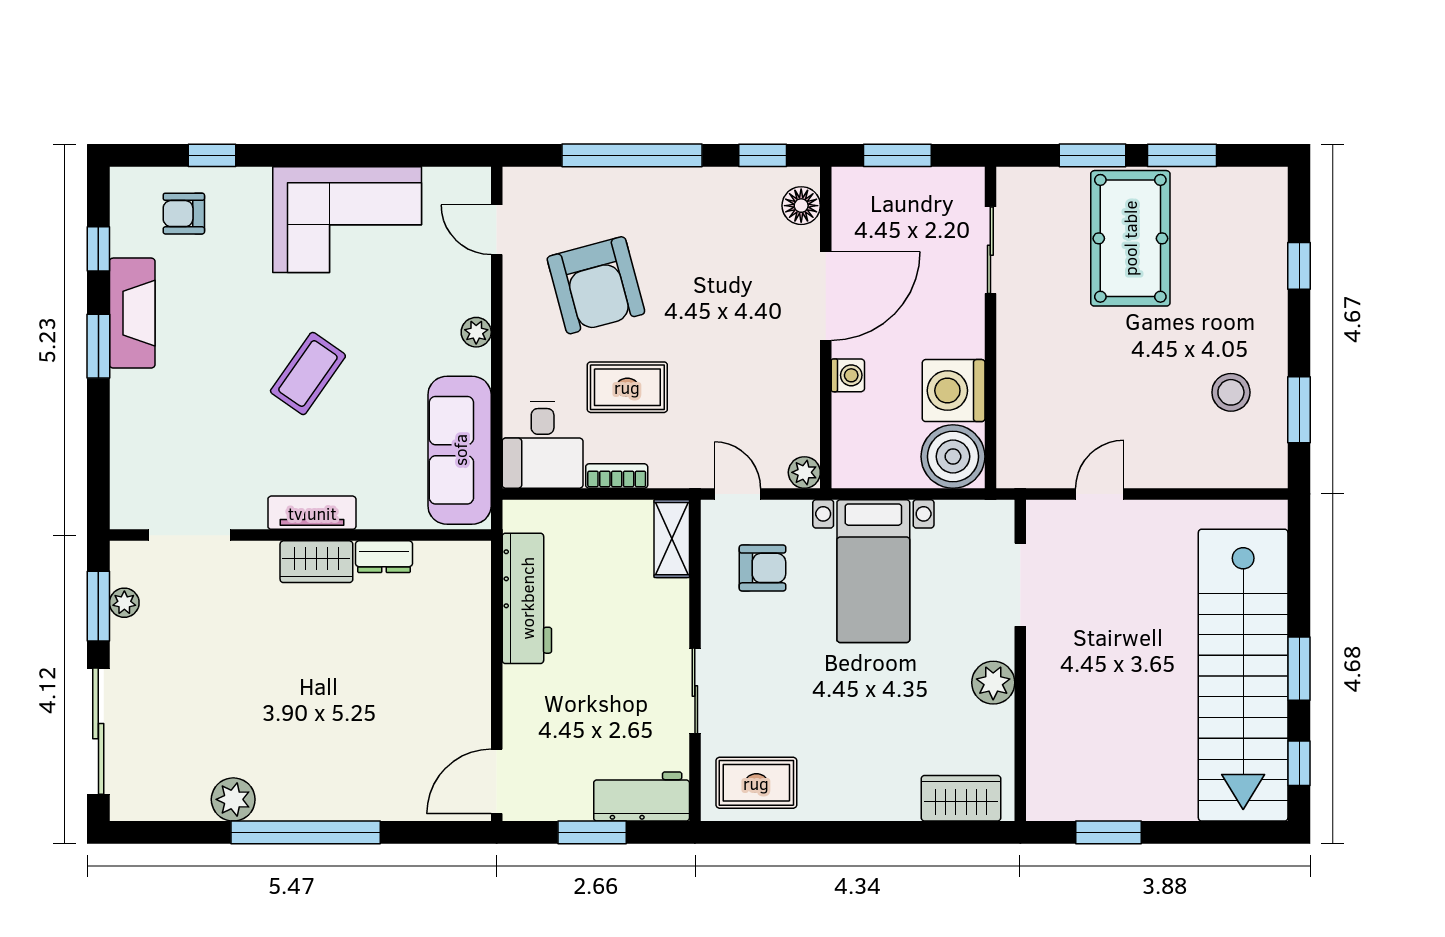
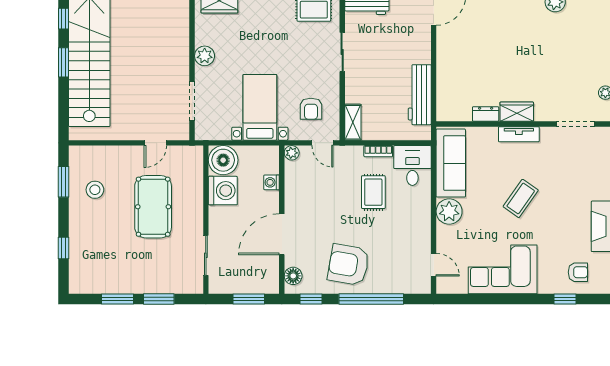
pool table: (1130, 238) -> (153, 207), moved
armchair: (596, 285) -> (349, 265), moved, turned -65
plant: (476, 332) -> (449, 211), width x1.88, depth x1.88
washing machine: (848, 375) -> (272, 182), moved
rug: (627, 387) -> (373, 192), turned 90
armchair: (762, 568) -> (311, 109), turned -90

